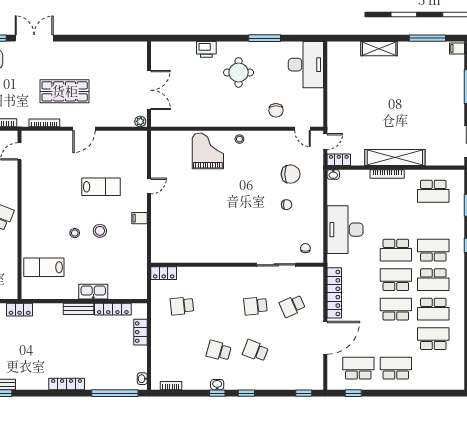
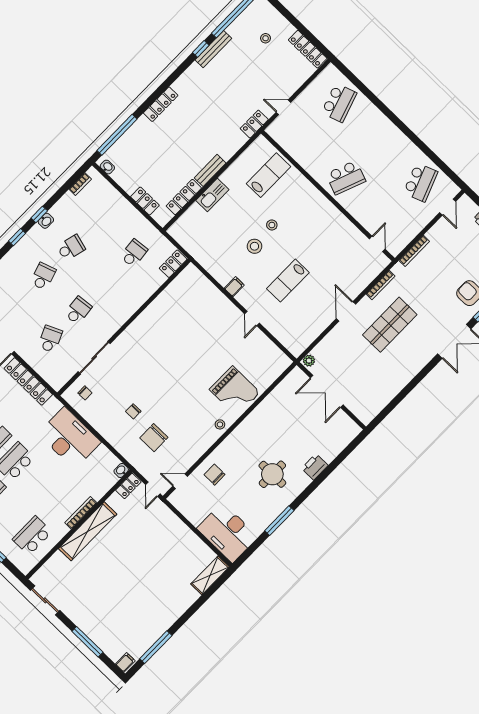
shelving: (379, 49) -> (210, 575), moved
school desk: (255, 351) -> (43, 276), turned -39

